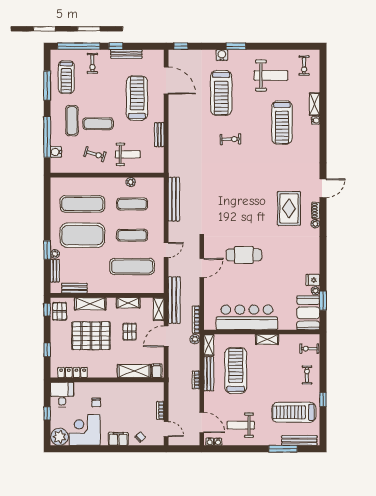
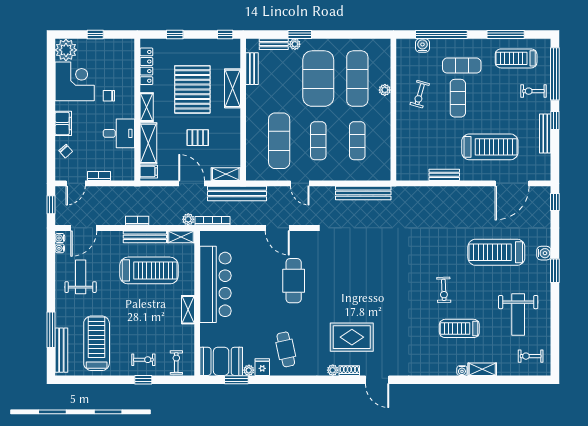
treadmill: (282, 122) -> (459, 328), width x0.73, depth x0.73
exercise bike: (231, 139) -> (444, 290), moved
weight bench: (128, 154) -> (419, 135), removed
plant: (131, 182) -> (385, 90), moved
cafe table: (299, 261) -> (286, 349), added
shelving: (128, 303) -> (147, 107), moved
pallet: (60, 311) -> (223, 50), removed
desk: (62, 394) -> (119, 133), moved
window: (323, 400) -> (143, 380), moved
window: (183, 449) -> (51, 205), added

